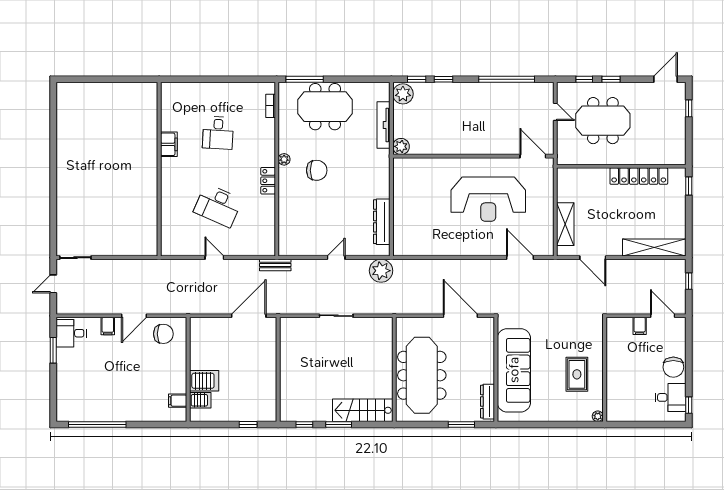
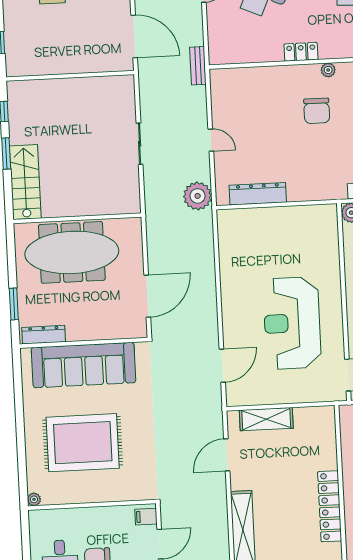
wall: (605, 369) -> (92, 505), moved
rug: (577, 374) -> (83, 443), width x1.86, depth x2.06
plant: (598, 416) -> (34, 499), moved

